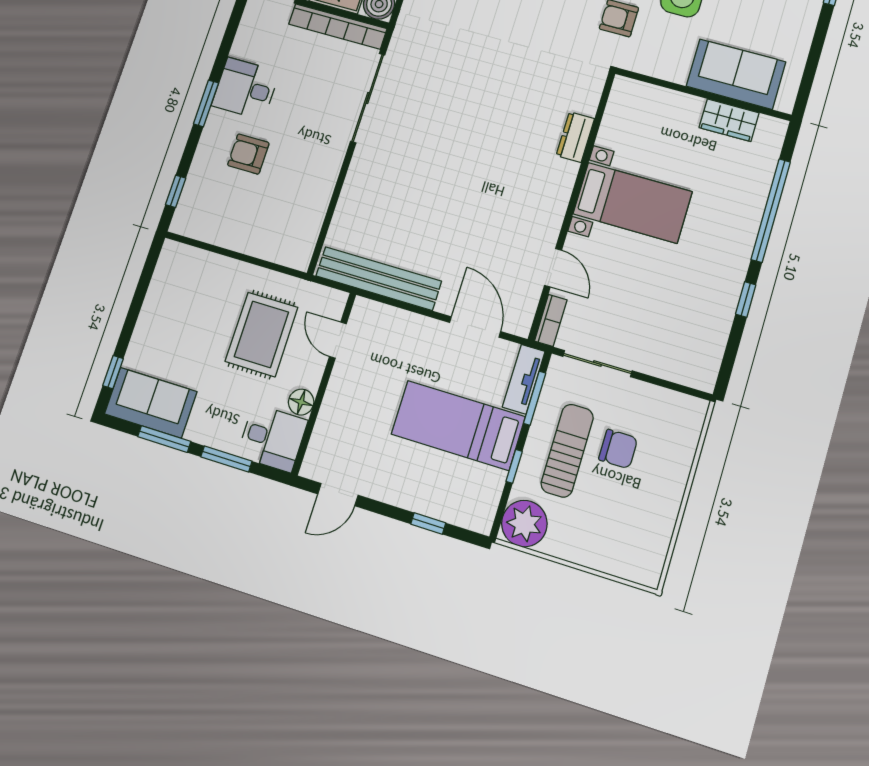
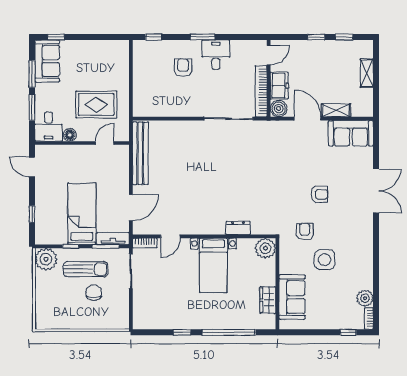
plant: (629, 98) -> (265, 248), added
chair: (618, 449) -> (94, 293), turned 180

